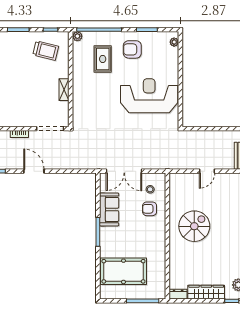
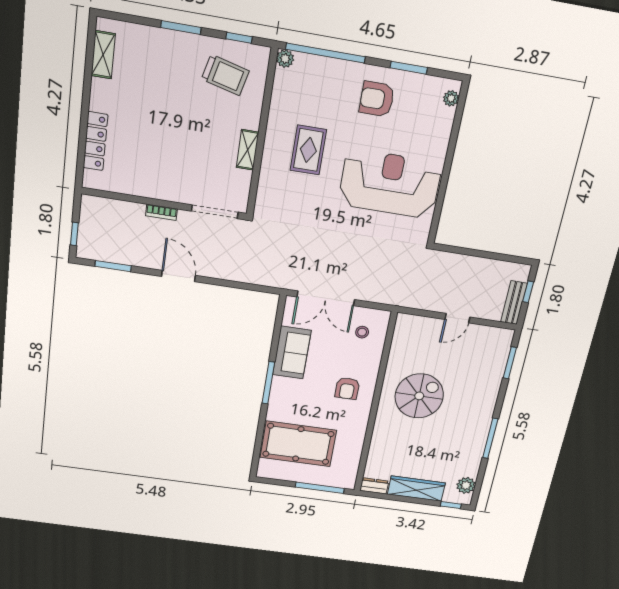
rug: (103, 59) -> (308, 150), moved
armchair: (150, 209) -> (347, 388), moved, turned -90

